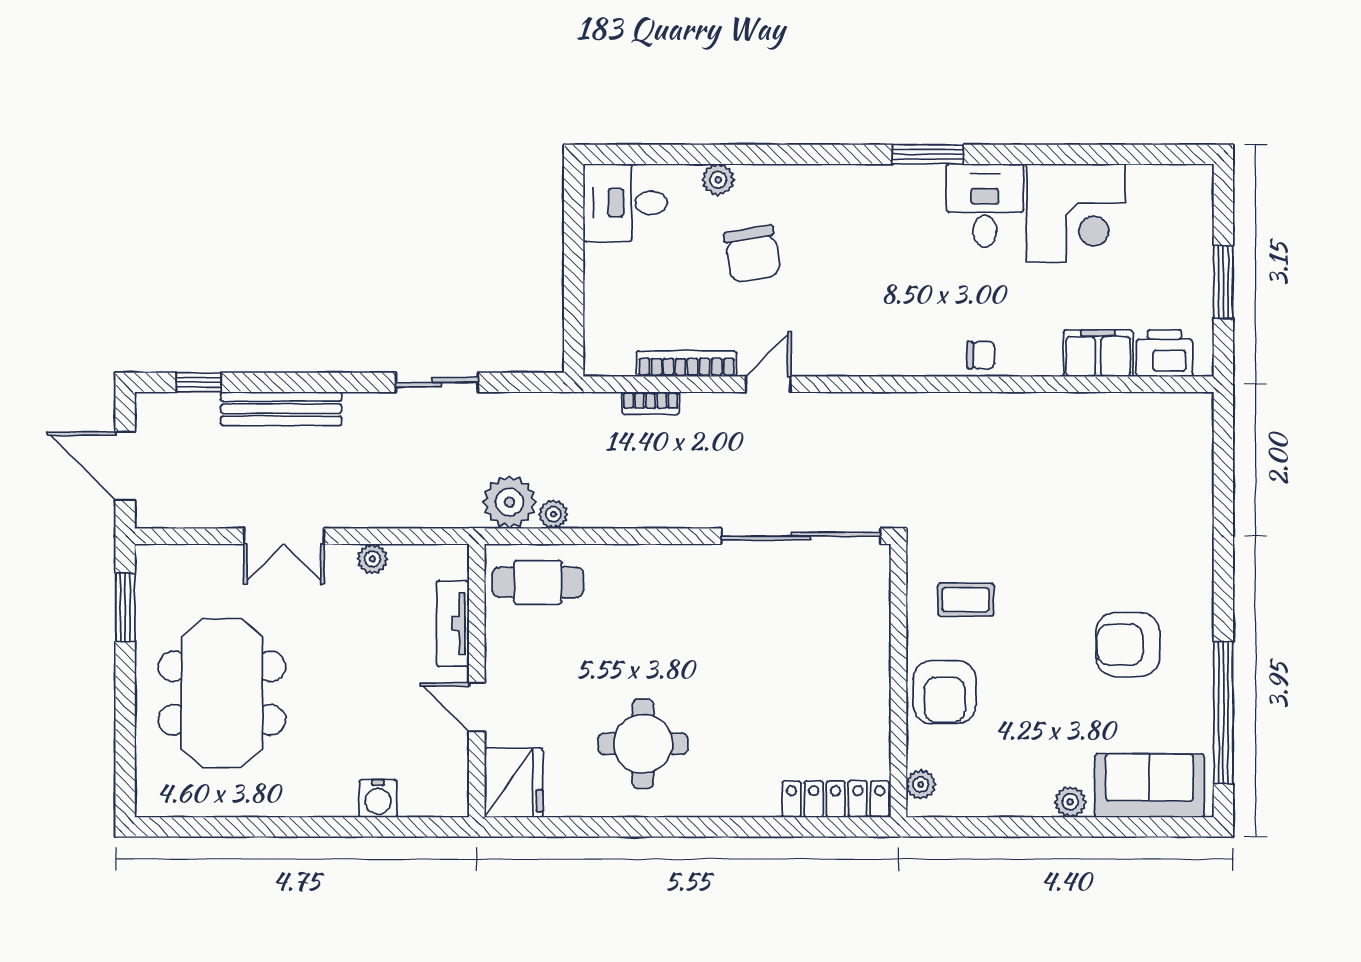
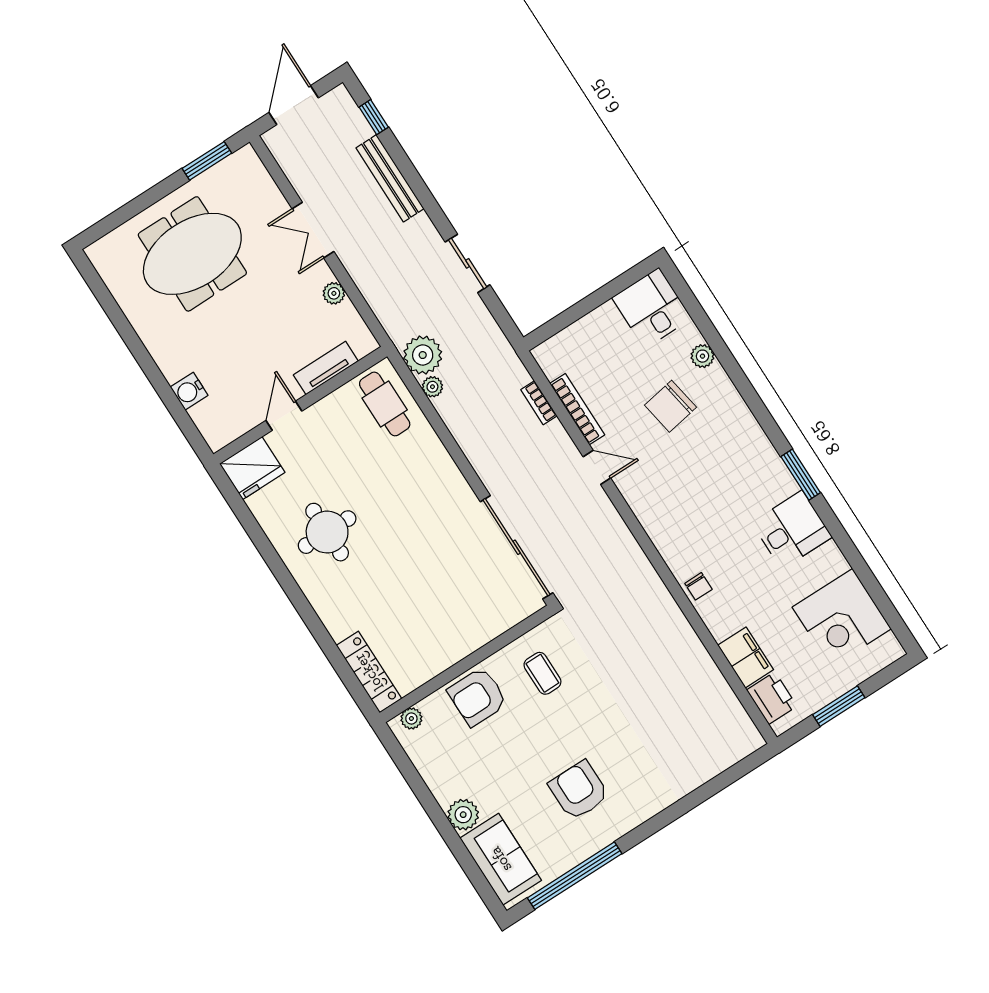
corner desk: (1076, 213) -> (842, 618), moved
plant: (1070, 802) -> (463, 815), width x1.38, depth x1.38

